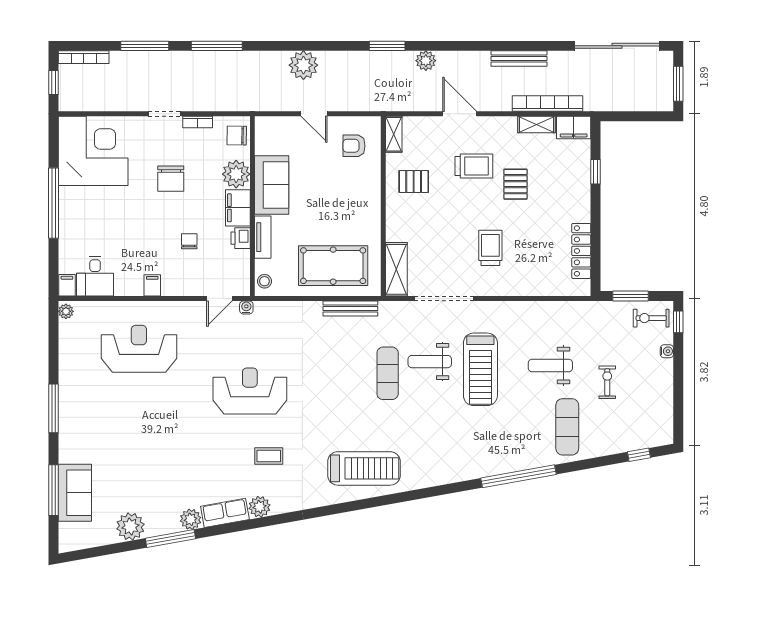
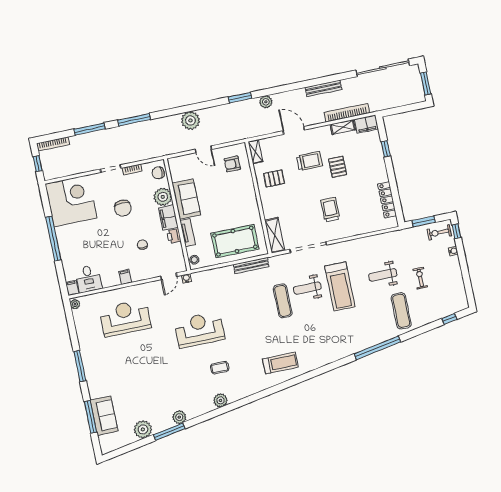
treadmill: (364, 468) -> (280, 363), width x0.73, depth x0.73
row of seats: (225, 513) -> (200, 409), removed

